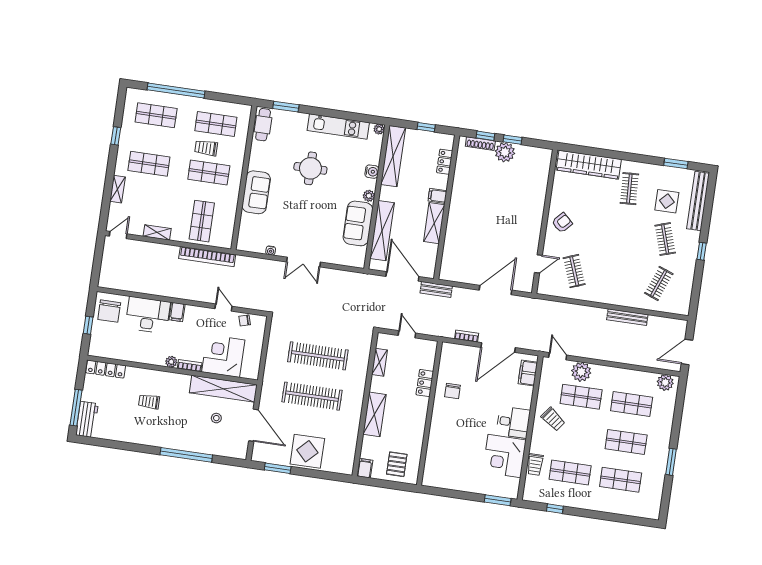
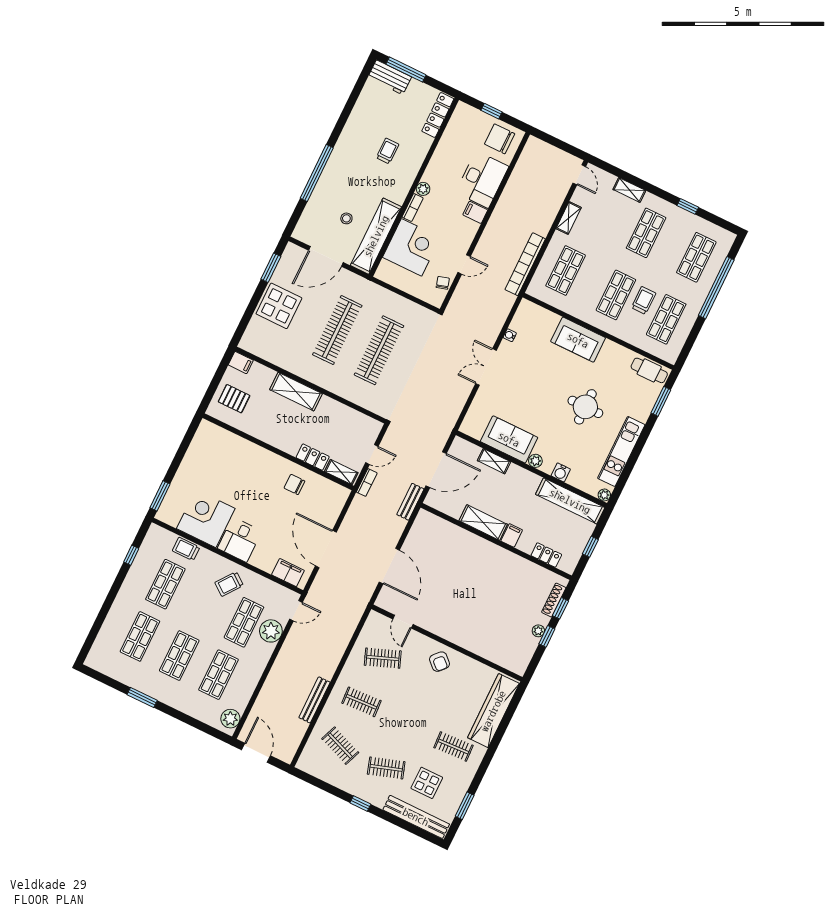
plant: (505, 152) -> (538, 631), width x0.53, depth x0.53
shop shelf: (202, 221) -> (566, 270), turned 90
shelving: (382, 231) -> (494, 461), width x0.45, depth x0.75
clothes rail: (616, 277) -> (361, 702), added
bookcase: (467, 336) -> (367, 482), moved
shelving: (379, 362) -> (341, 472), moved

